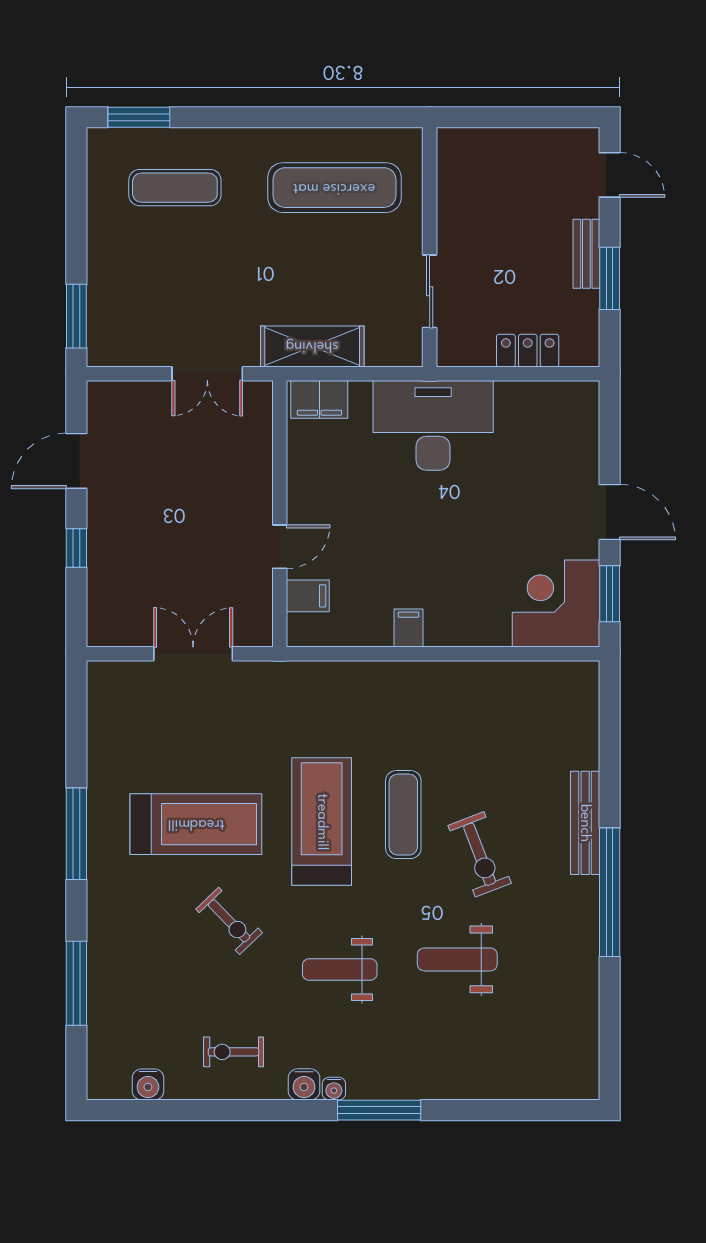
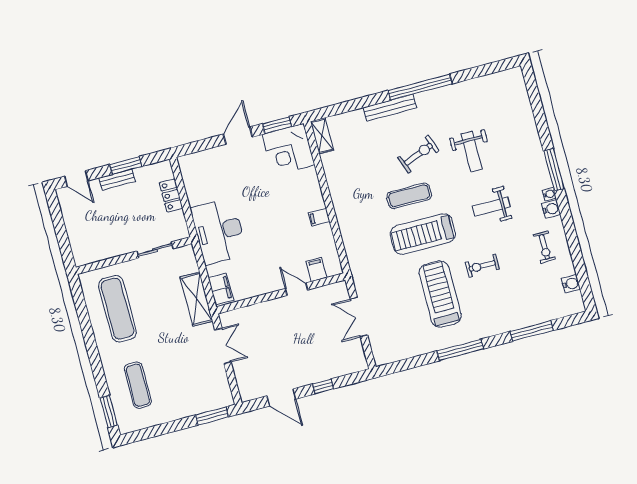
door: (610, 175) -> (76, 179), swing flipped
shelving: (565, 676) -> (322, 136), added
exercise bike: (229, 921) -> (482, 266), turned -136
weight bench: (340, 970) -> (491, 207), turned 90

